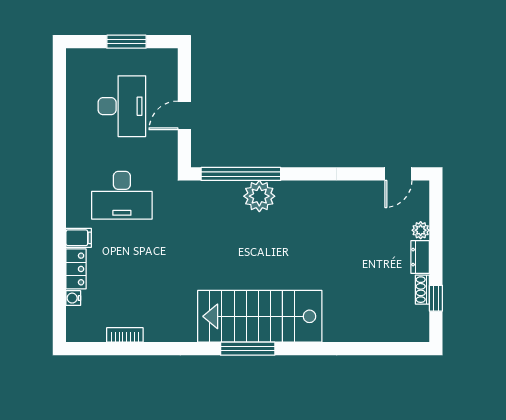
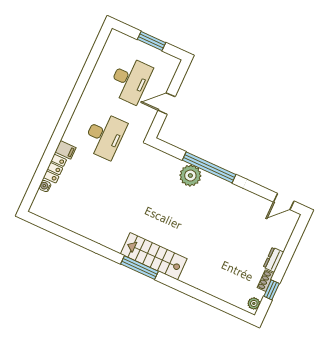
window: (241, 174) -> (209, 167), moved
desk: (122, 195) -> (105, 136), turned -90
plant: (421, 230) -> (254, 303), moved
stairs: (260, 316) -> (154, 256), width x0.73, depth x0.66
bookcase: (125, 335) -> (67, 224), removed

